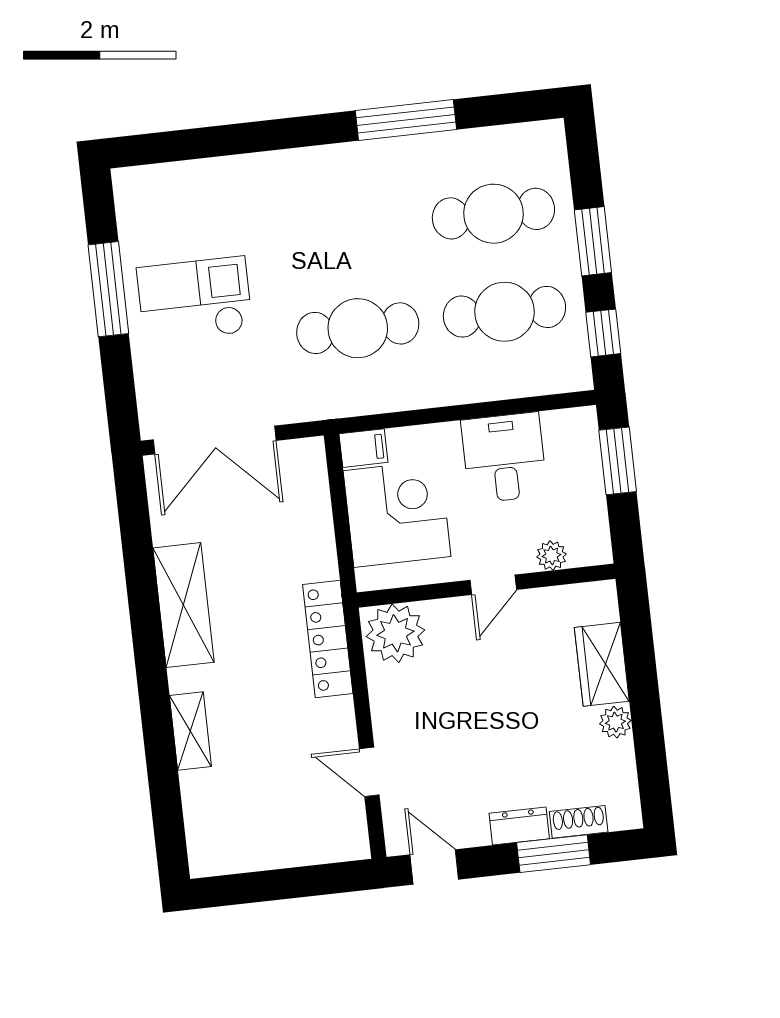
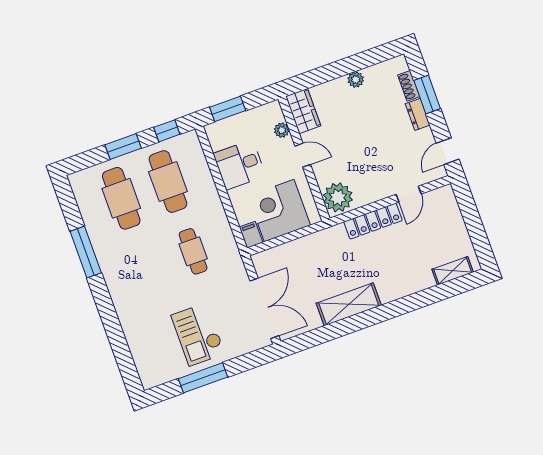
cafe table: (358, 328) -> (193, 251), width x0.73, depth x0.74
locker: (328, 639) -> (373, 221), moved
wardrobe: (602, 664) -> (303, 111), moved, turned -90
shelving: (190, 731) -> (453, 271), moved

